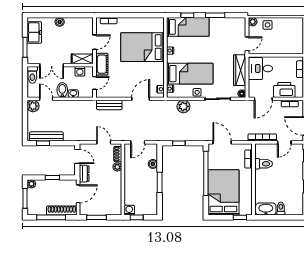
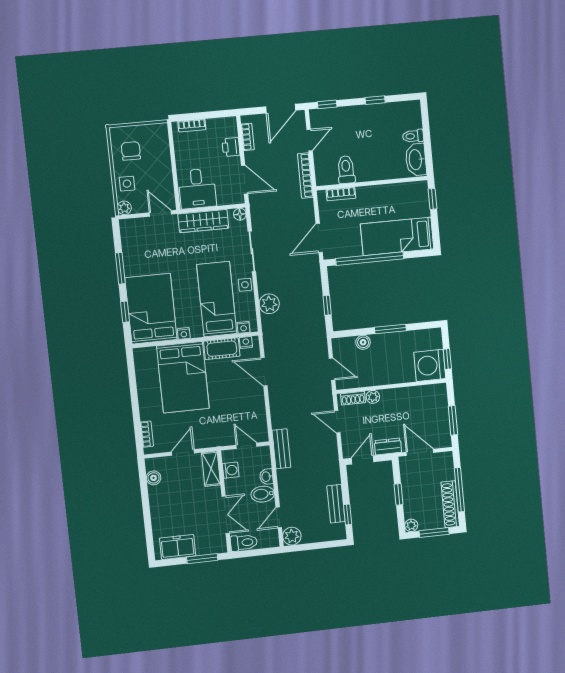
boiler: (60, 22) -> (154, 478), moved
bed: (188, 27) -> (151, 309), width x1.50
chair: (288, 30) -> (131, 151), added
door: (95, 42) -> (183, 452), hinge flipped
cot: (102, 64) -> (222, 349), moved
printer: (284, 90) -> (231, 147), width x0.53, depth x0.68
bench: (109, 105) -> (281, 449), moved
bench: (46, 136) -> (336, 504), width x0.73
door: (104, 142) -> (337, 422), hinge flipped
door: (284, 142) -> (310, 140), hinge flipped
bed: (223, 192) -> (397, 236), width x0.67
washing machine: (129, 210) -> (430, 365), width x1.89, depth x1.89
shoe rack: (62, 211) -> (450, 504), moved

